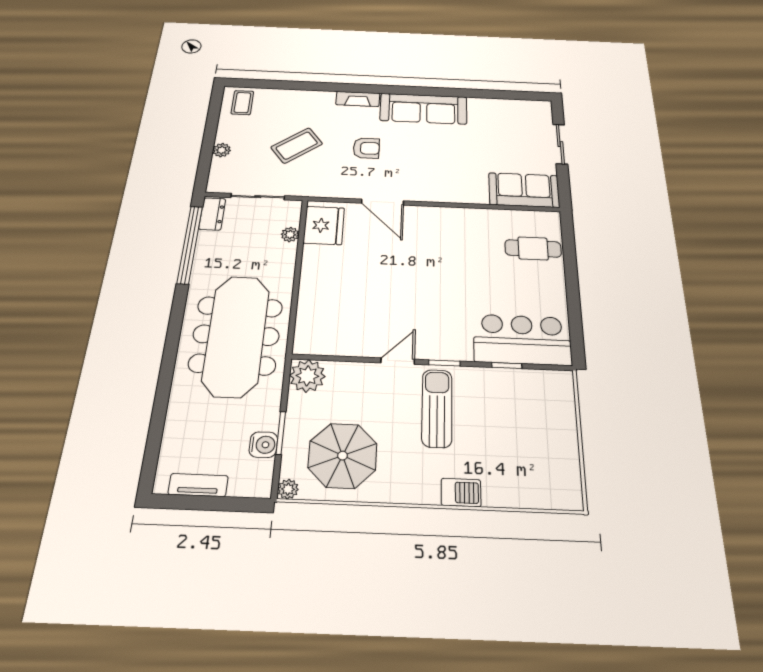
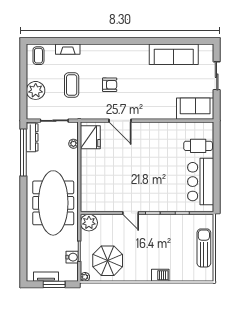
fireplace: (358, 99) -> (68, 49), moved
sofa: (424, 109) -> (174, 54), moved
coffee table: (297, 146) -> (72, 85), turned -53
plant: (222, 150) -> (36, 90), width x1.87, depth x1.87
dresser: (212, 214) -> (32, 137), width x1.44
bar counter: (522, 340) -> (201, 182), moved, turned -90
door: (398, 361) -> (131, 213), swing flipped
sun lounger: (437, 408) -> (204, 248), moved
window: (214, 503) -> (54, 284), added

